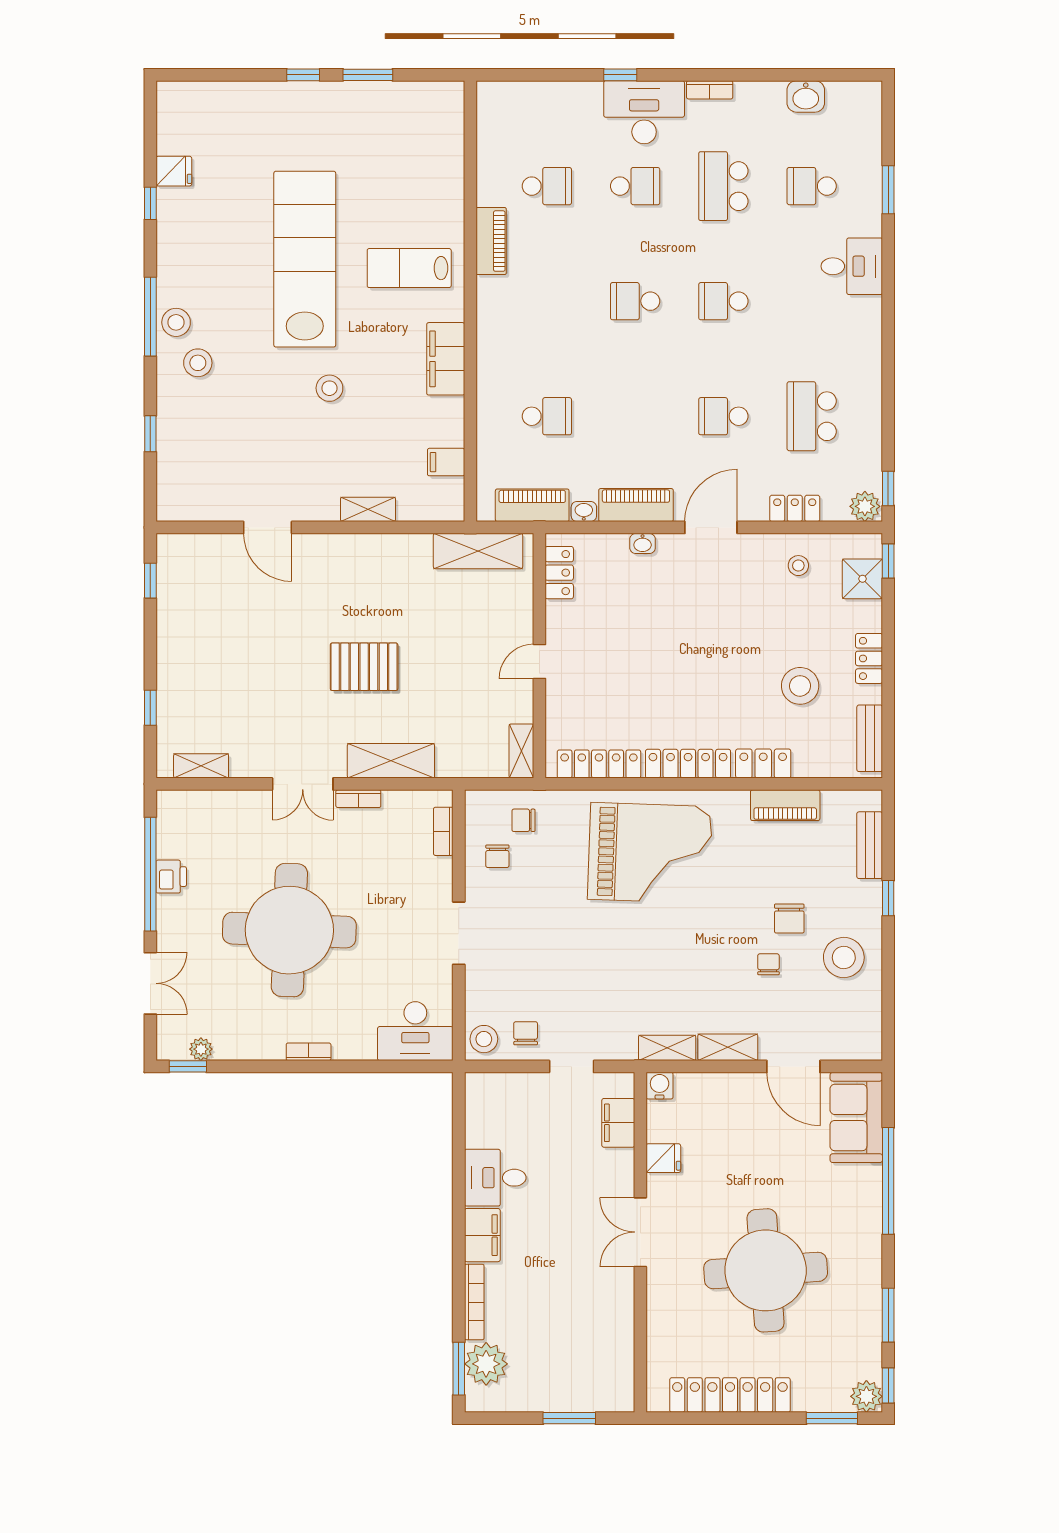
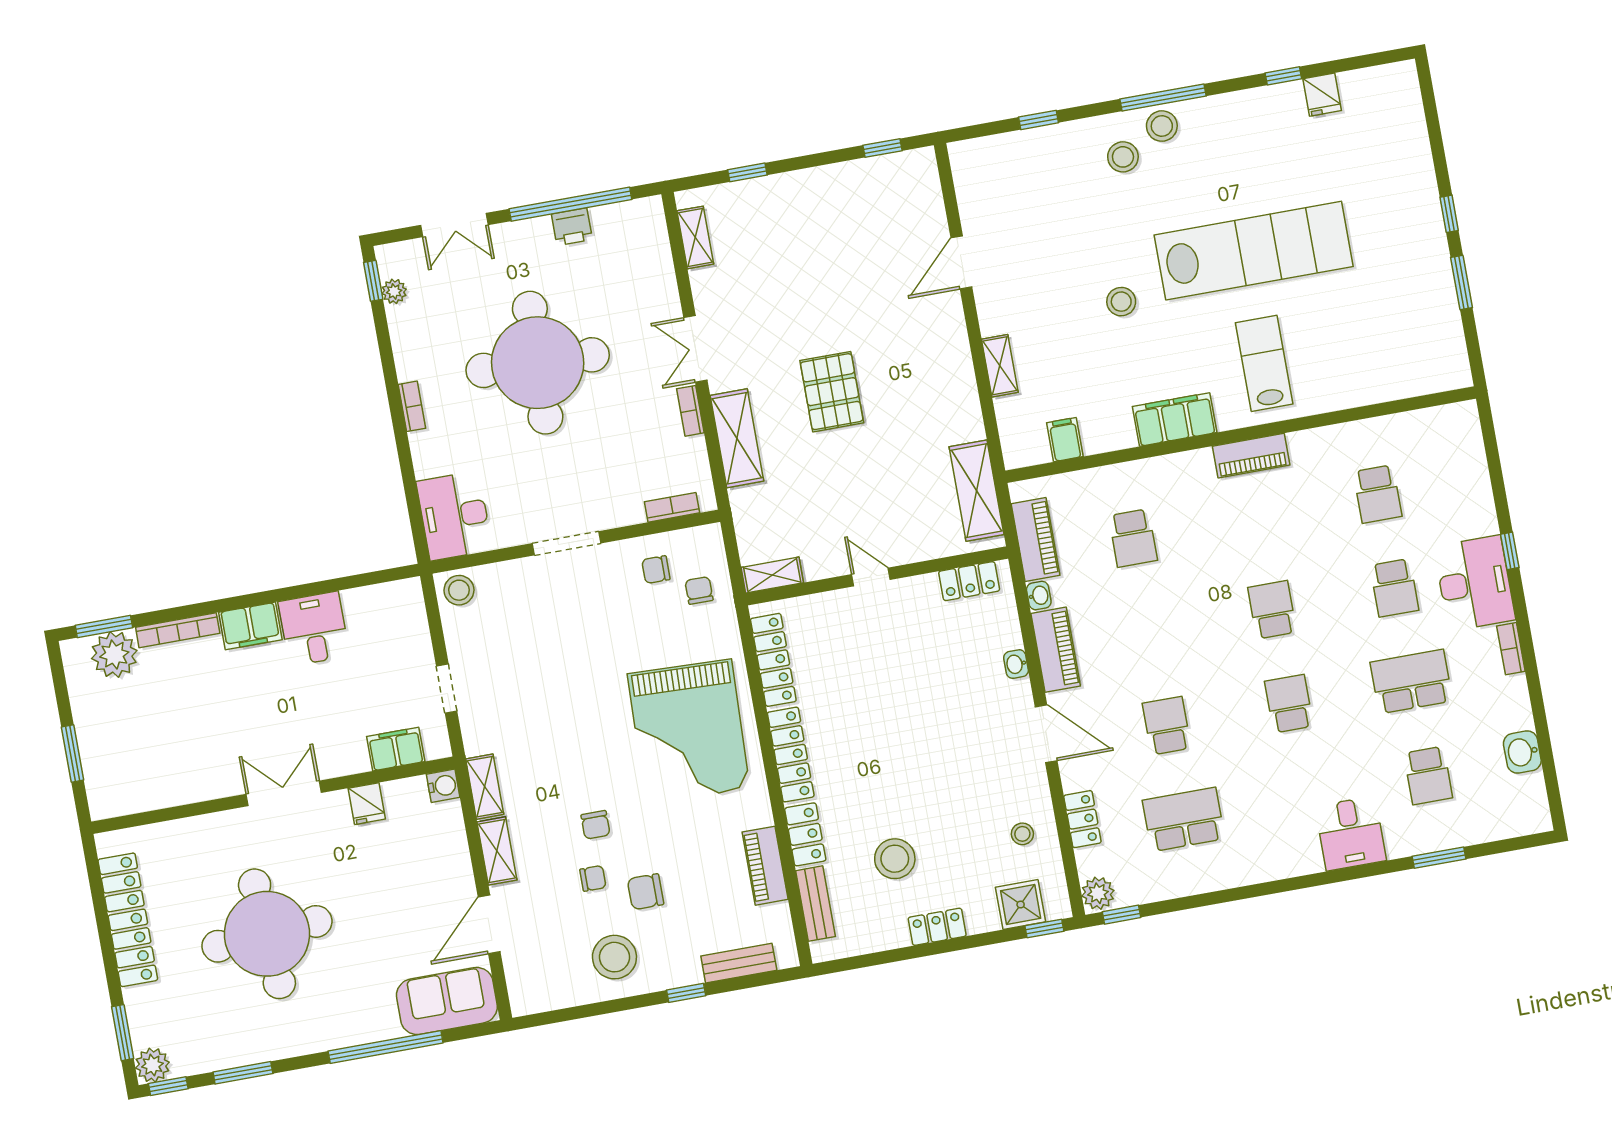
school desk: (812, 186) -> (1428, 775), turned 180
piano: (491, 241) -> (1251, 456), moved
bench: (870, 738) -> (816, 904), moved, turned 90
chair: (526, 1033) -> (596, 825), moved, turned 90

